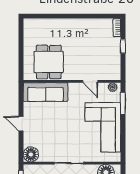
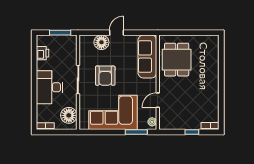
dining table: (49, 62) -> (177, 60), turned 90
armchair: (65, 135) -> (105, 76), added
floor lamp: (31, 154) -> (101, 42), moved

